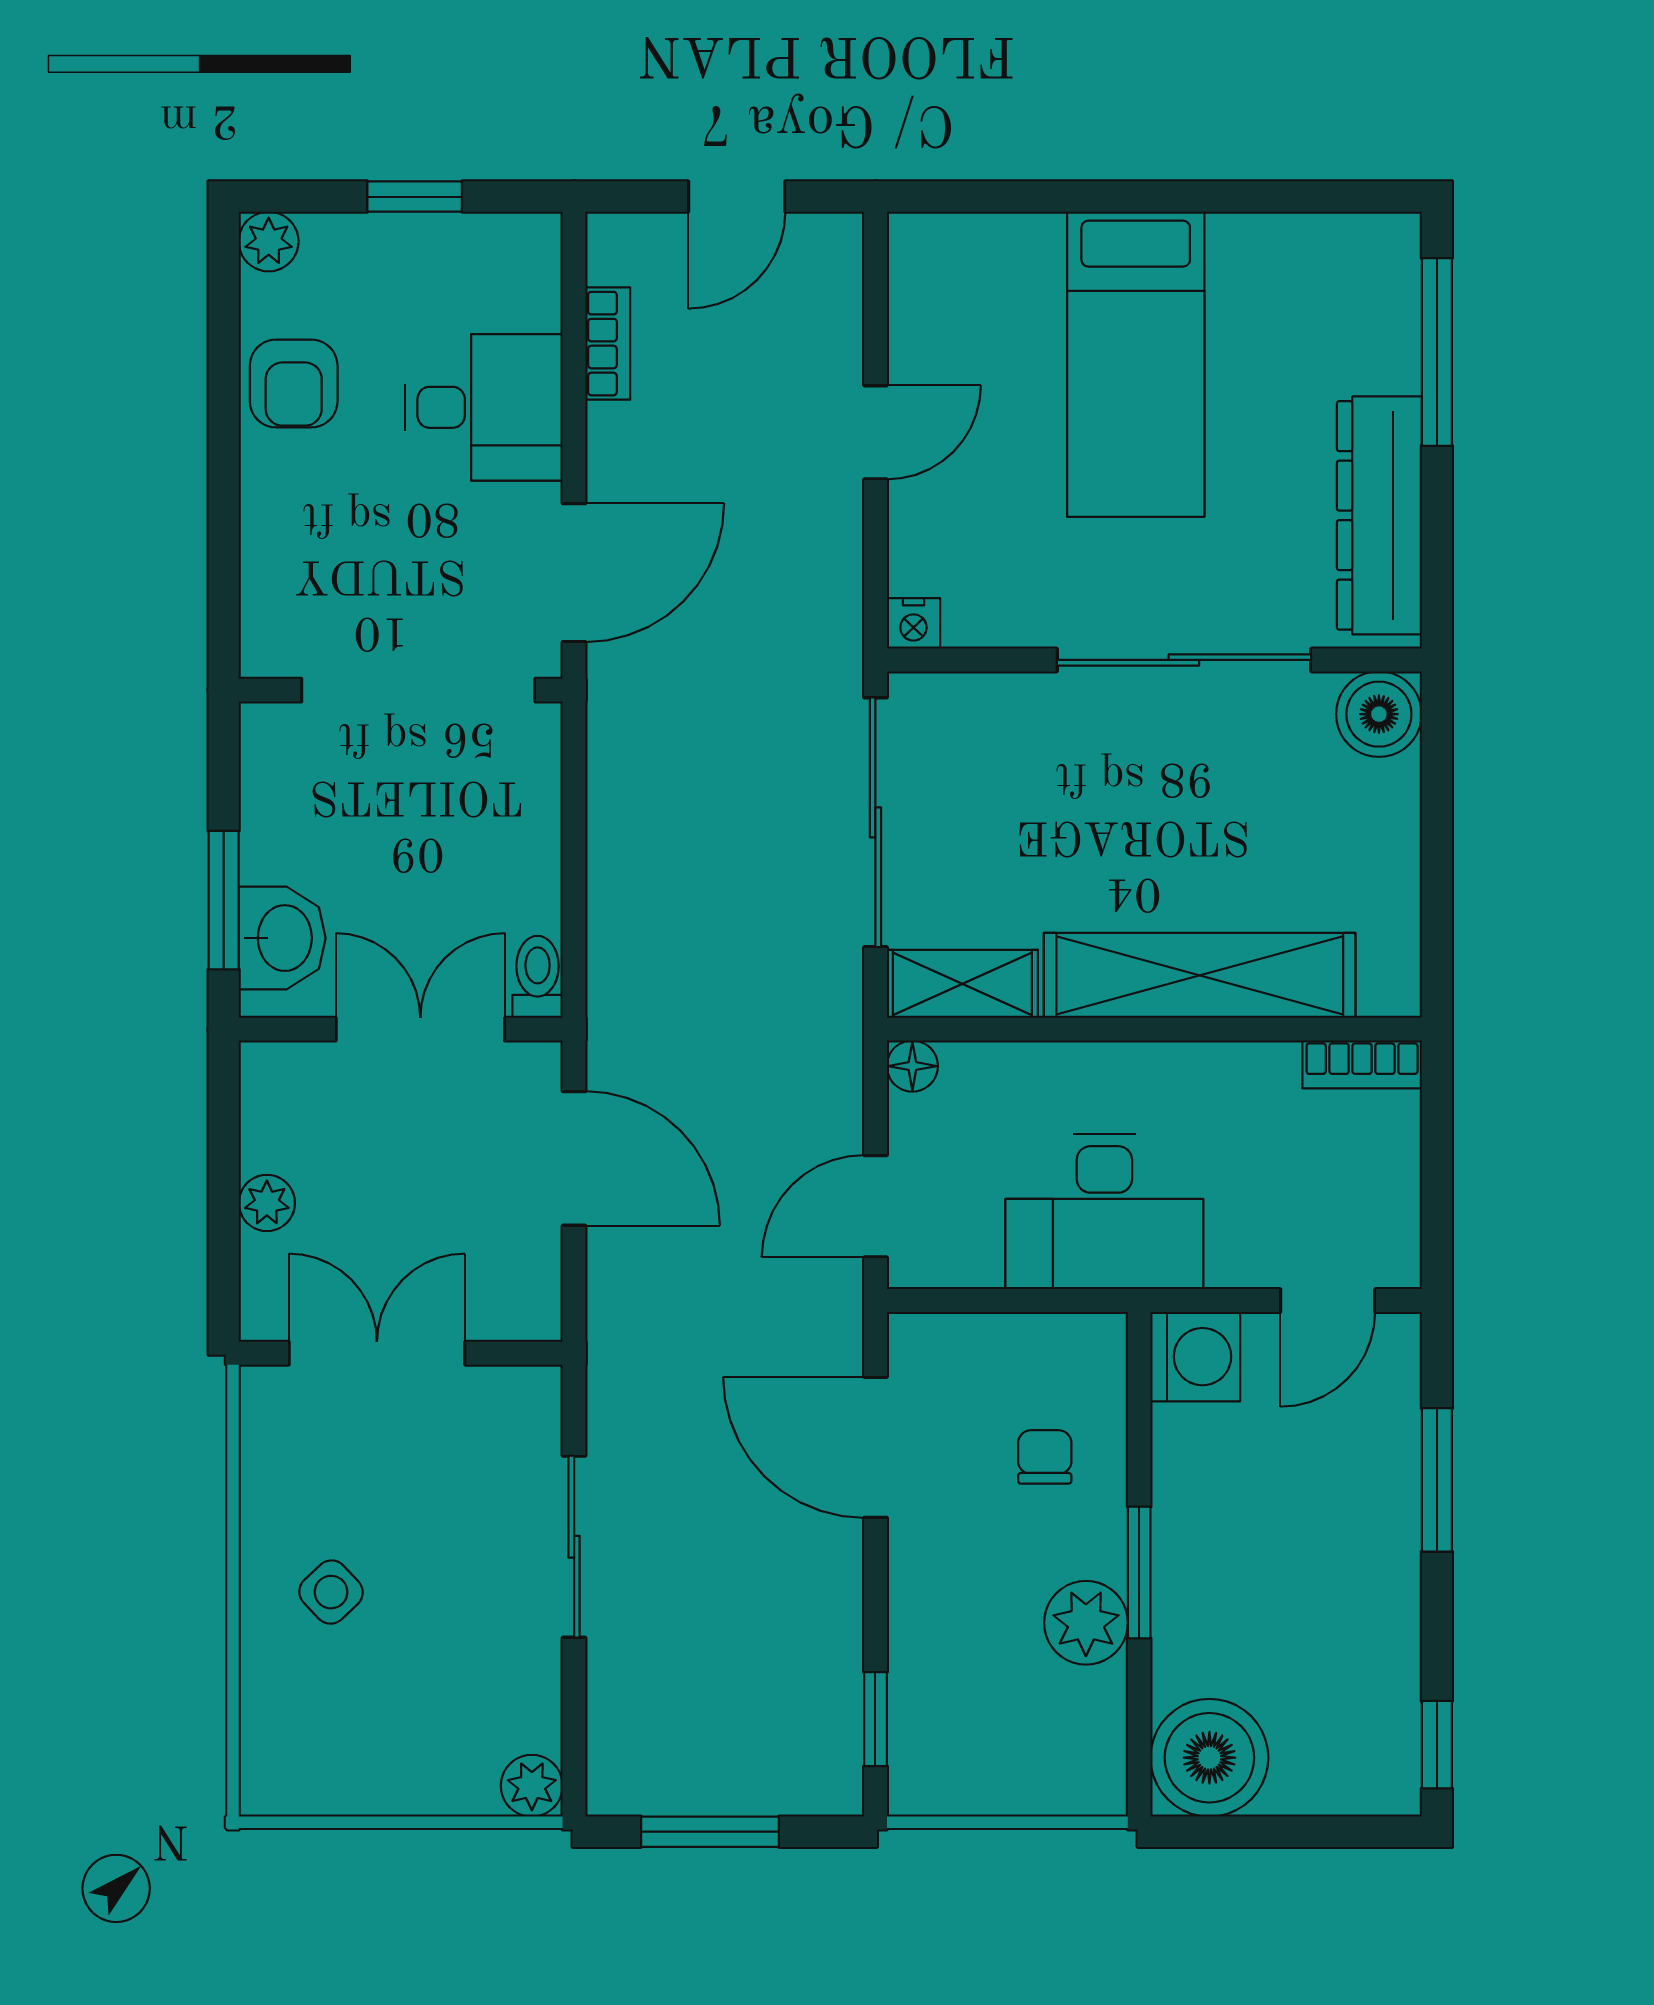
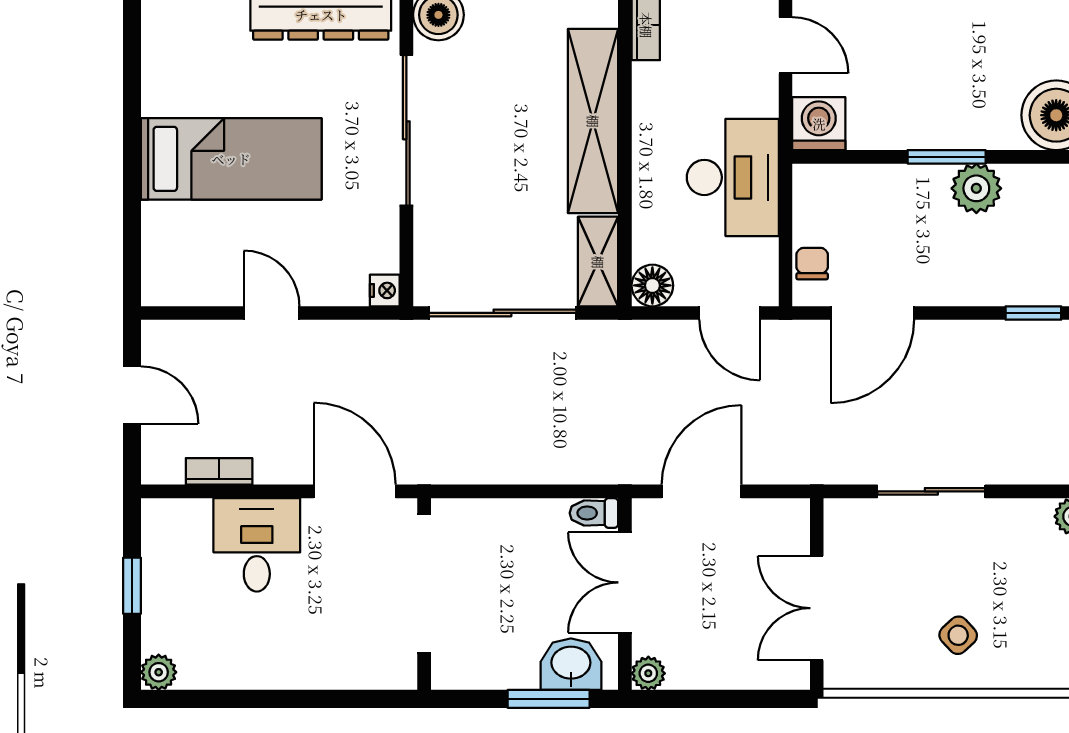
armchair: (294, 384) -> (243, 657), removed
floor lamp: (912, 1066) -> (652, 285), width x1.37, depth x1.37
plant: (267, 1203) -> (648, 673), moved
chair: (1045, 1457) -> (812, 264), moved, turned 90

